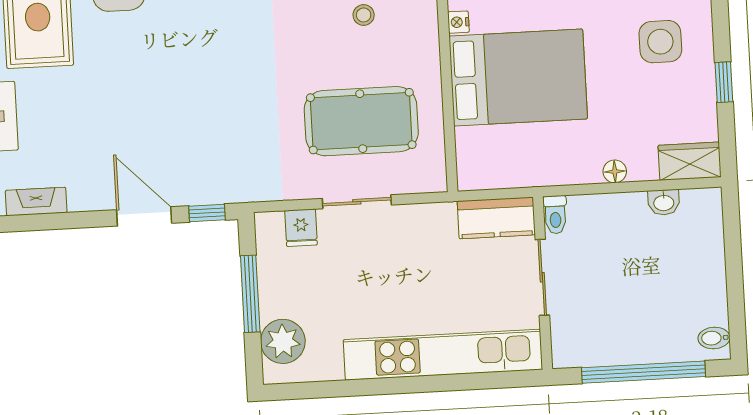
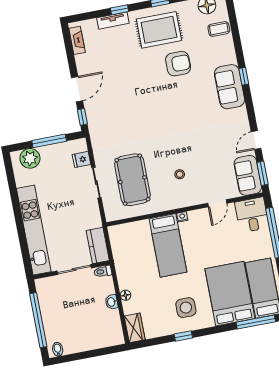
bed: (518, 77) -> (168, 245), width x0.67
window: (724, 82) -> (183, 336), moved
washbasin: (664, 202) -> (112, 302), moved

